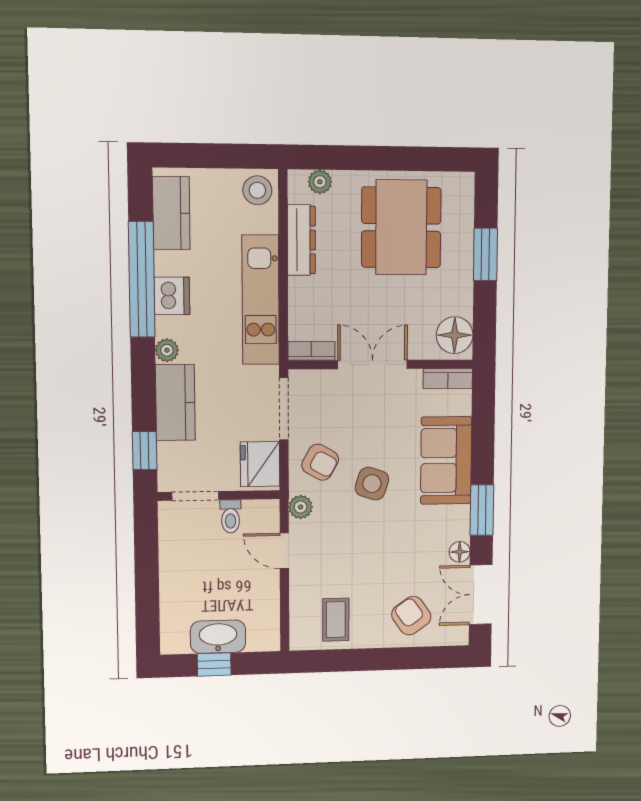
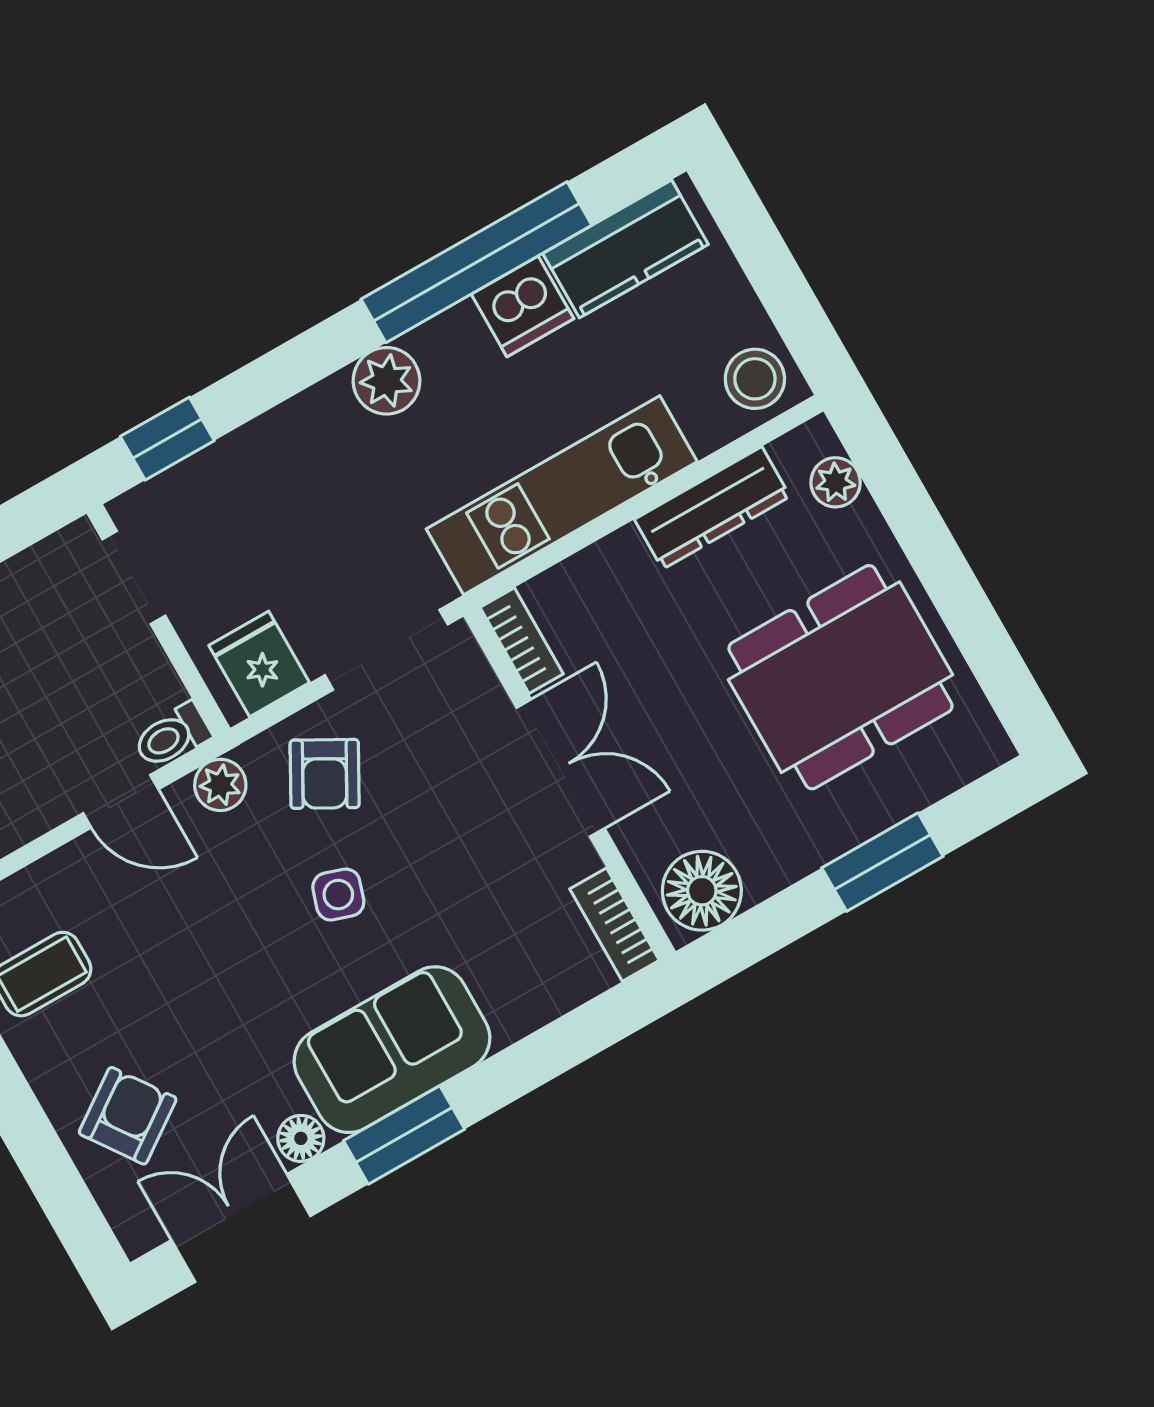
dishwasher: (172, 296) -> (523, 306), moved
plant: (167, 350) -> (387, 381), width x1.38, depth x1.38
kitchen counter: (175, 402) -> (287, 445), removed
sofa: (446, 460) -> (392, 1050), moved
fridge: (260, 464) -> (259, 664), width x0.72
side table: (372, 484) -> (338, 895), width x0.73, depth x0.73
toilet: (230, 516) -> (172, 736), moved
door: (284, 551) -> (121, 801), swing flipped

